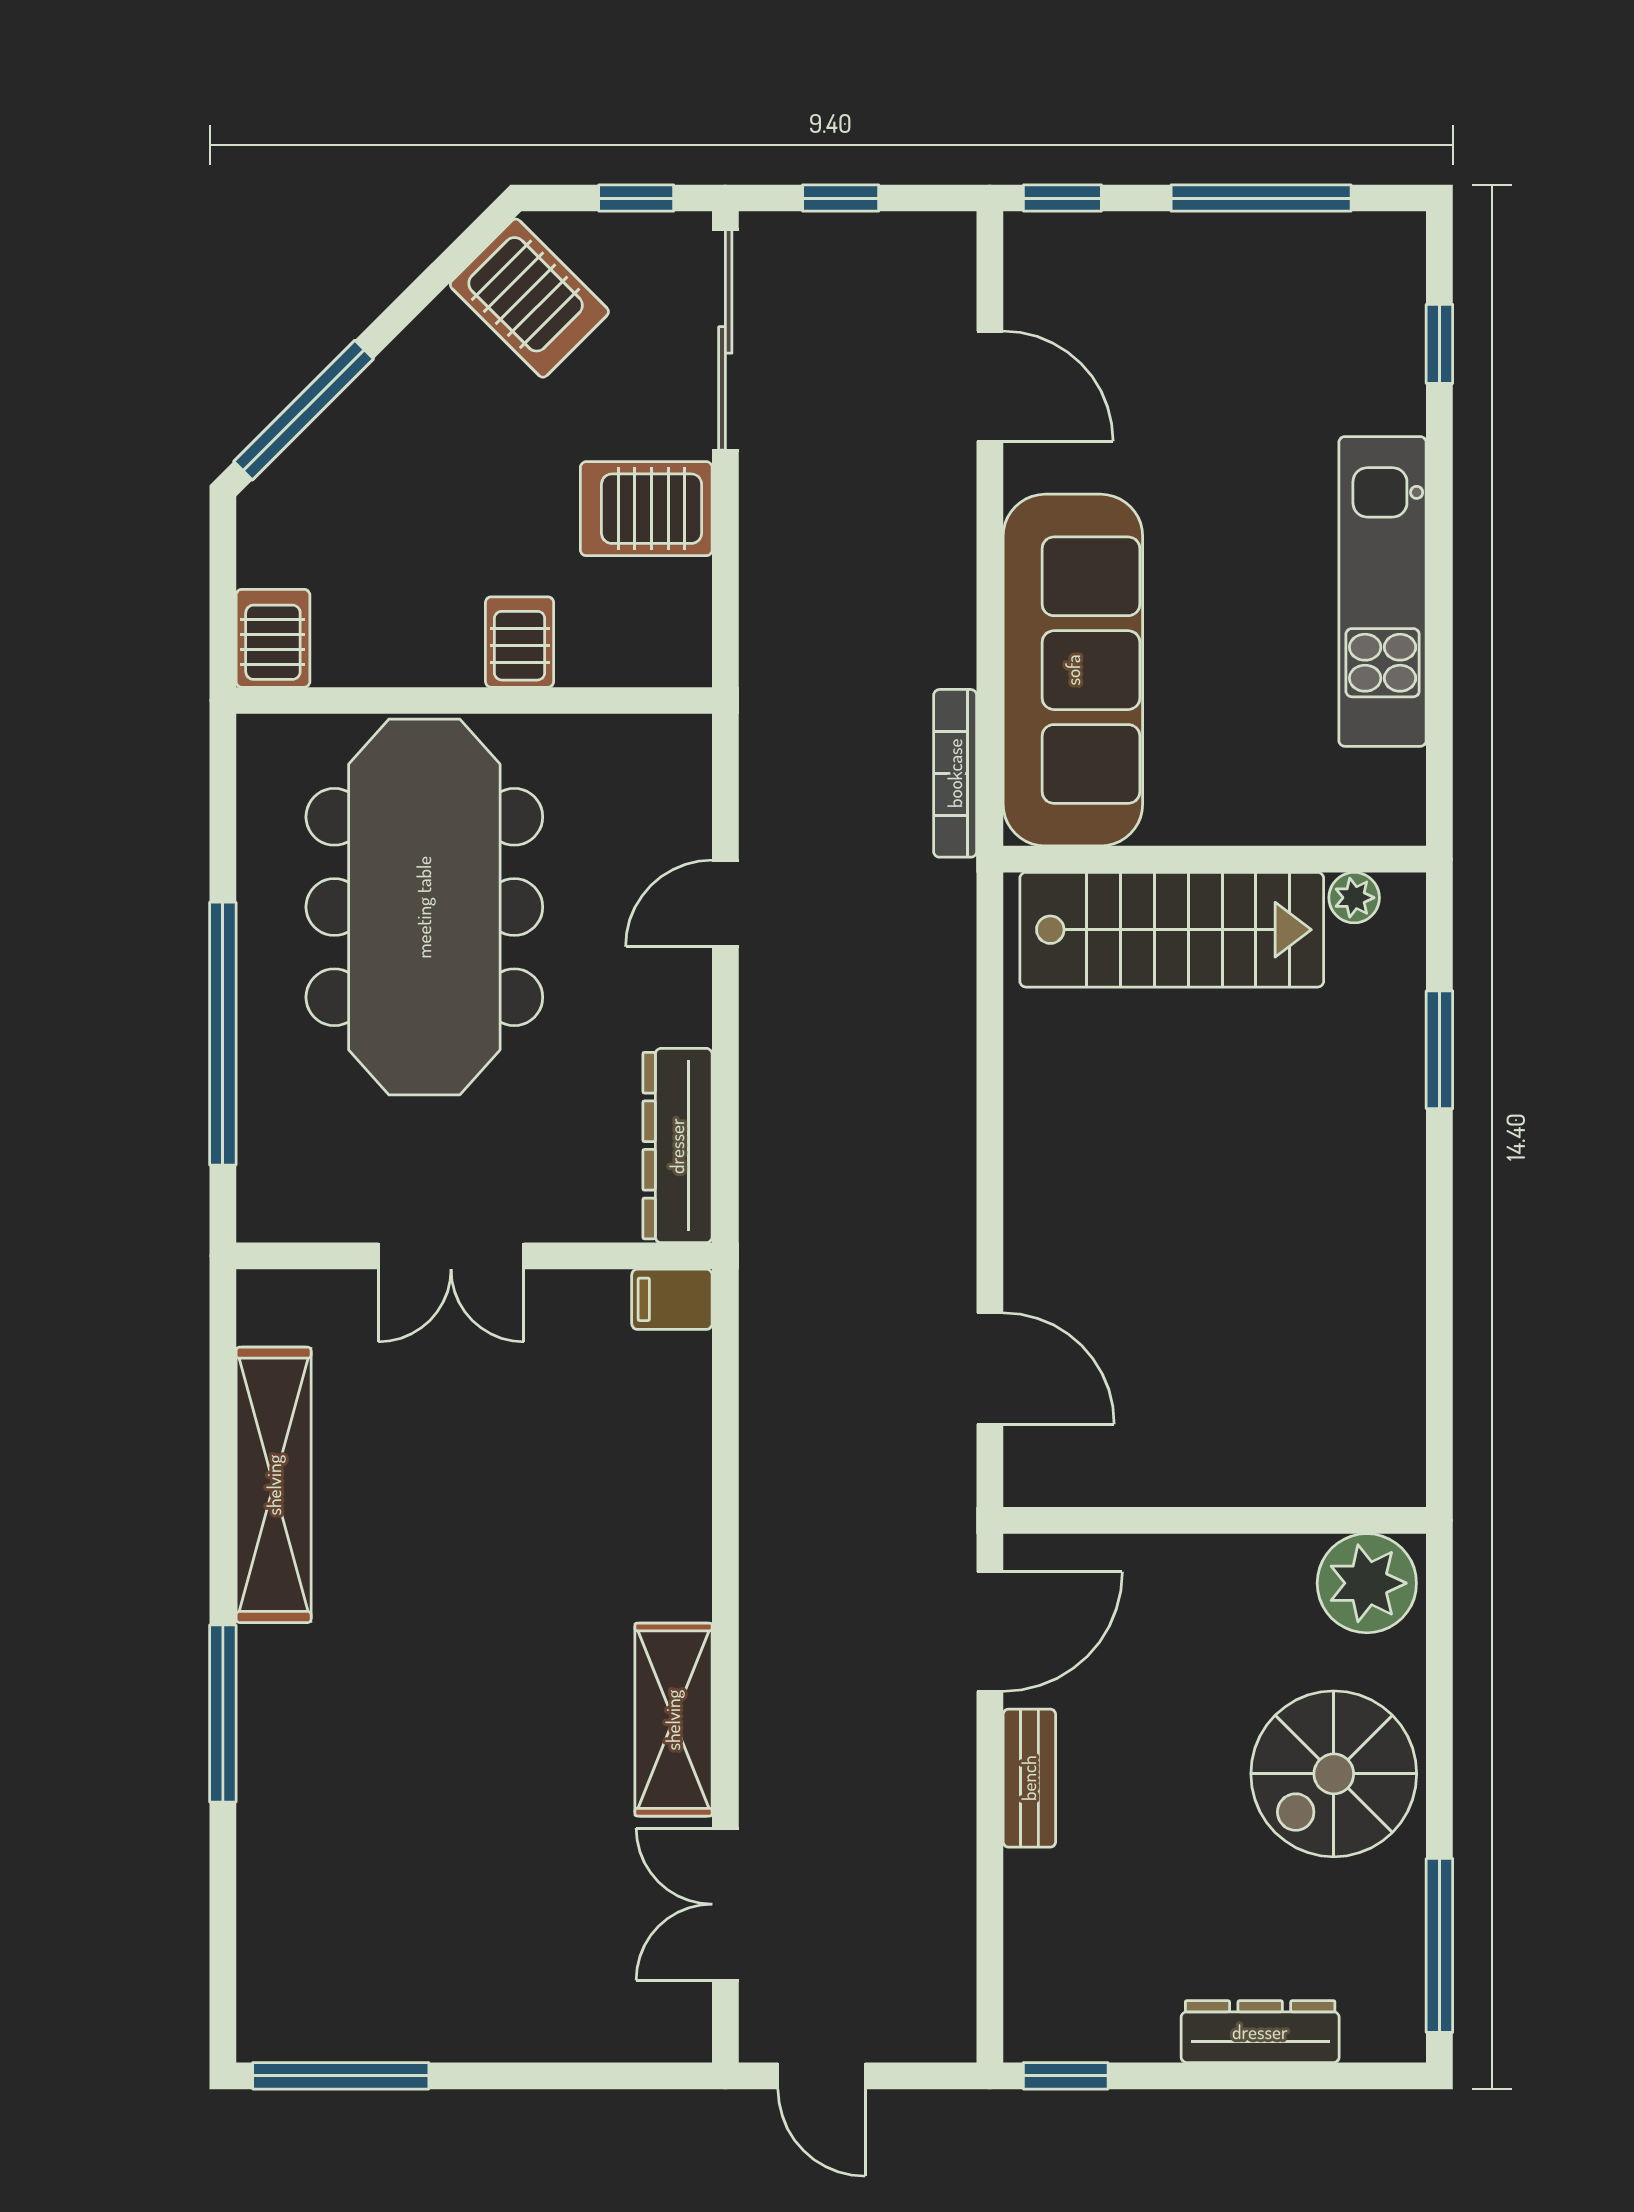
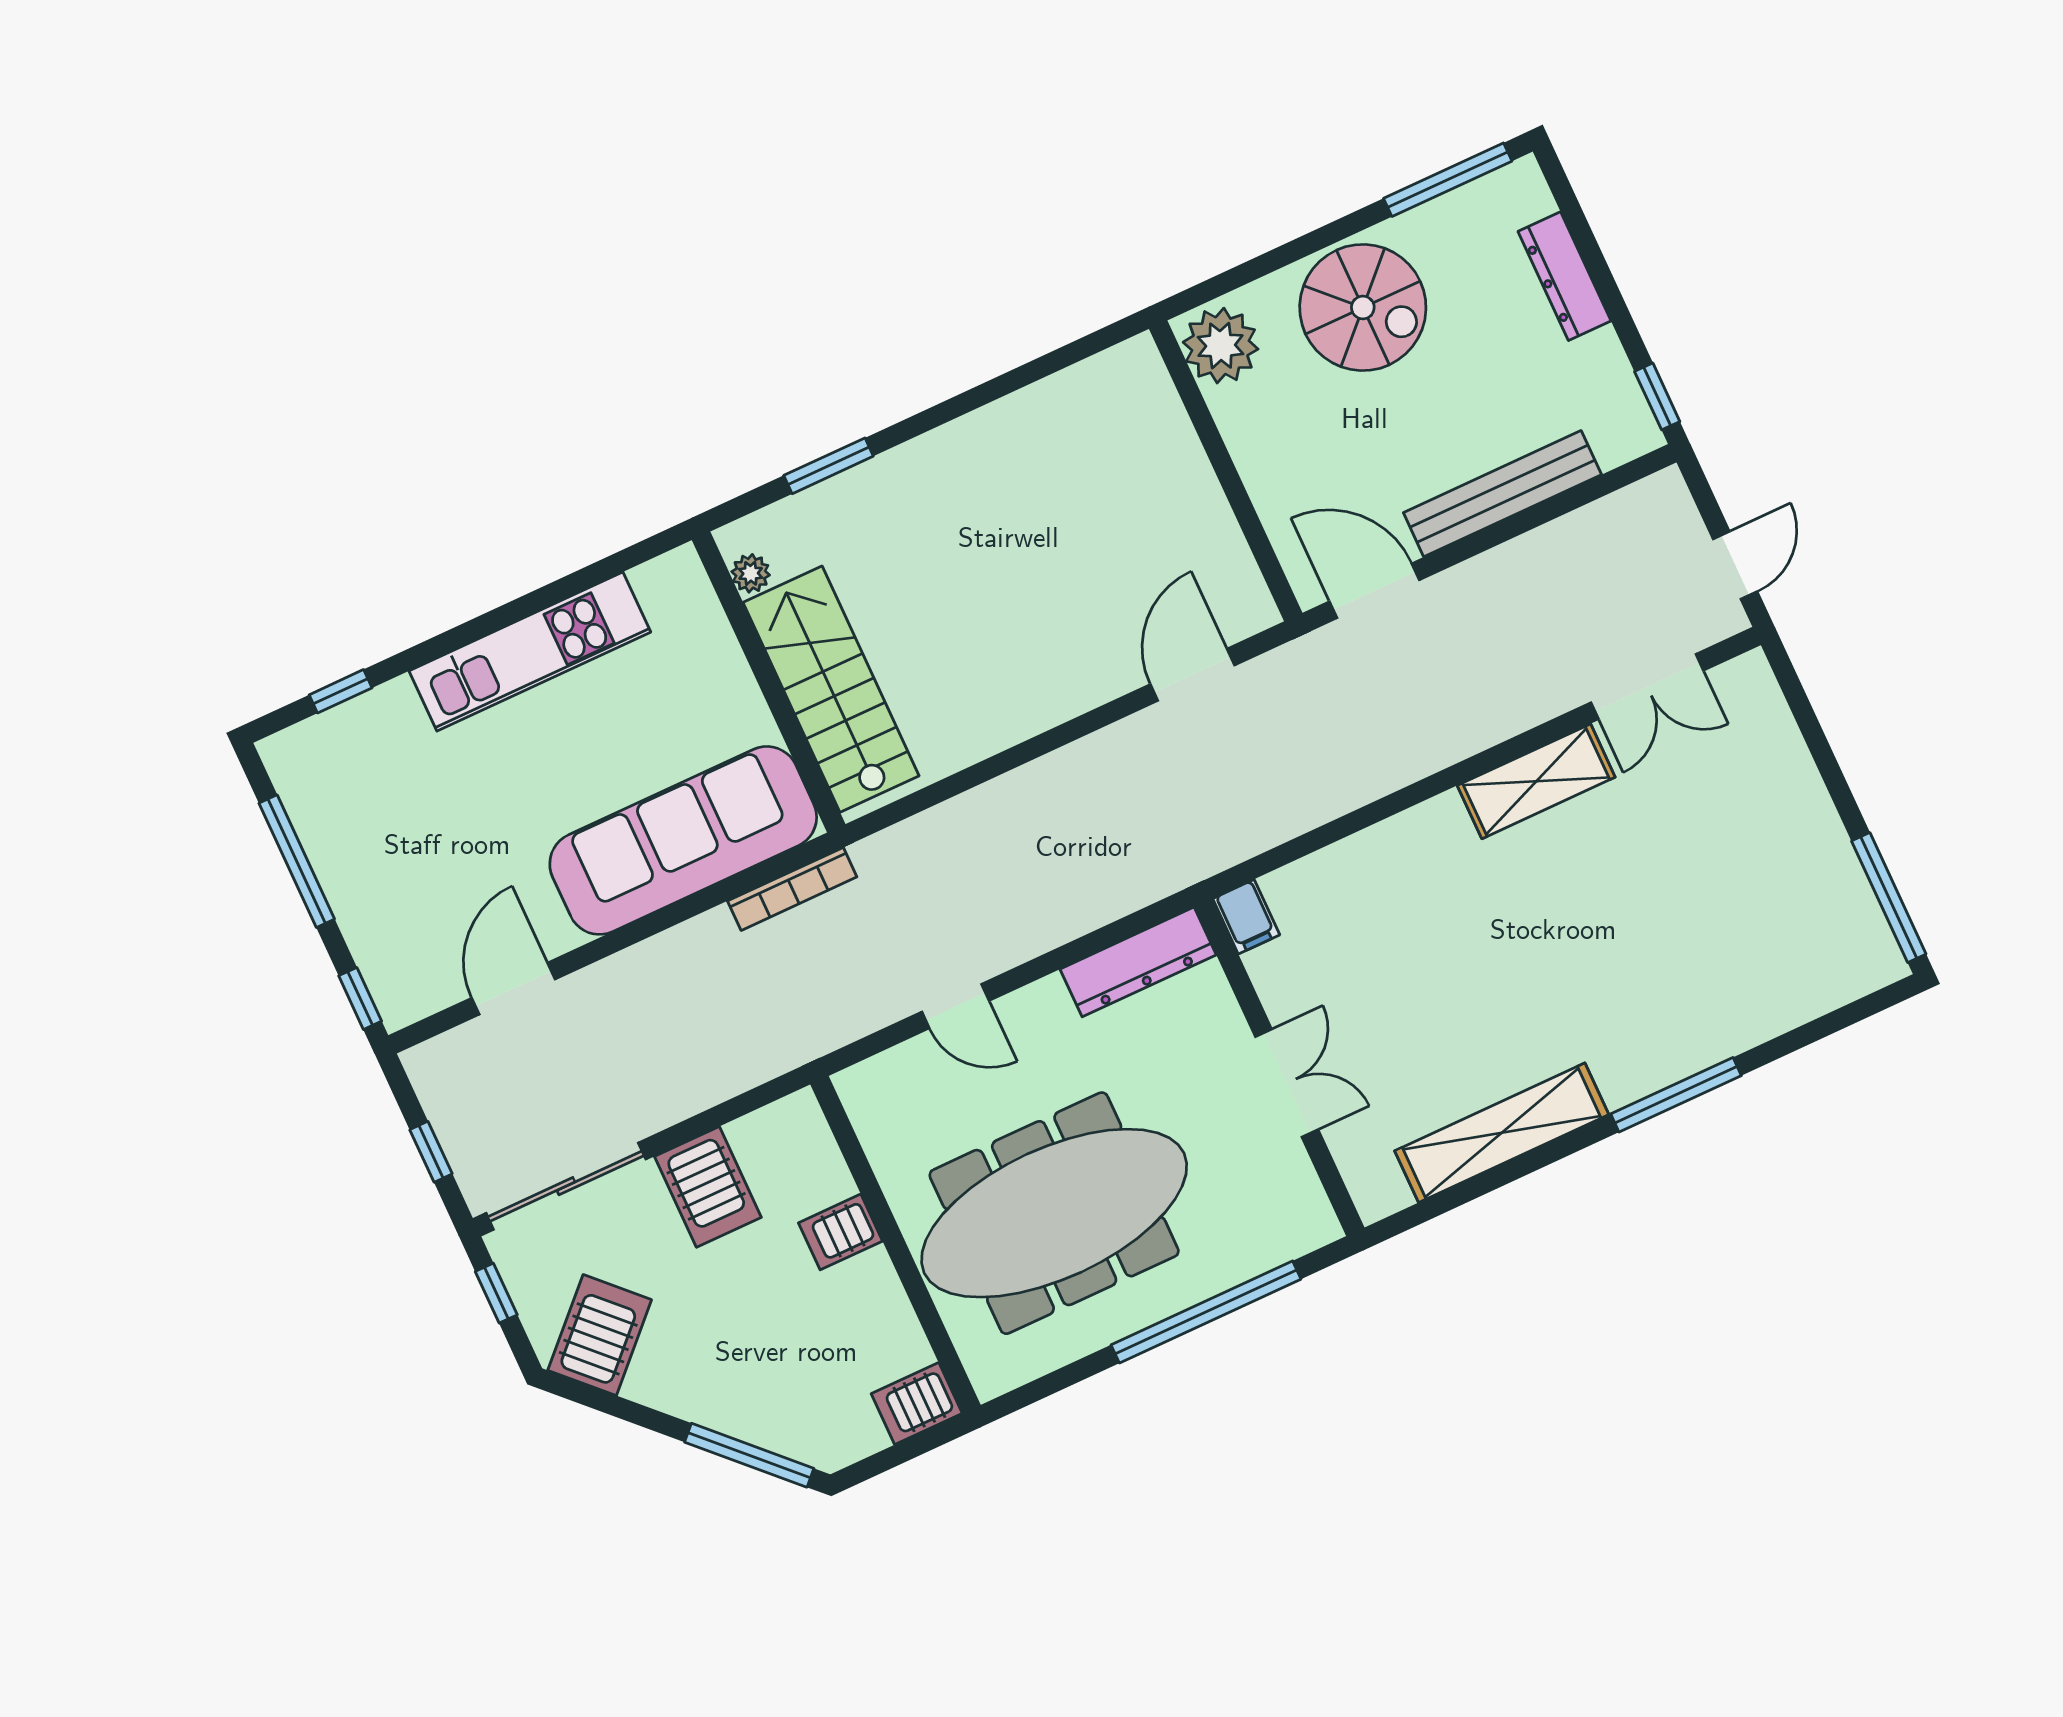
bench: (1029, 1778) -> (1502, 494), width x1.86, depth x1.21

